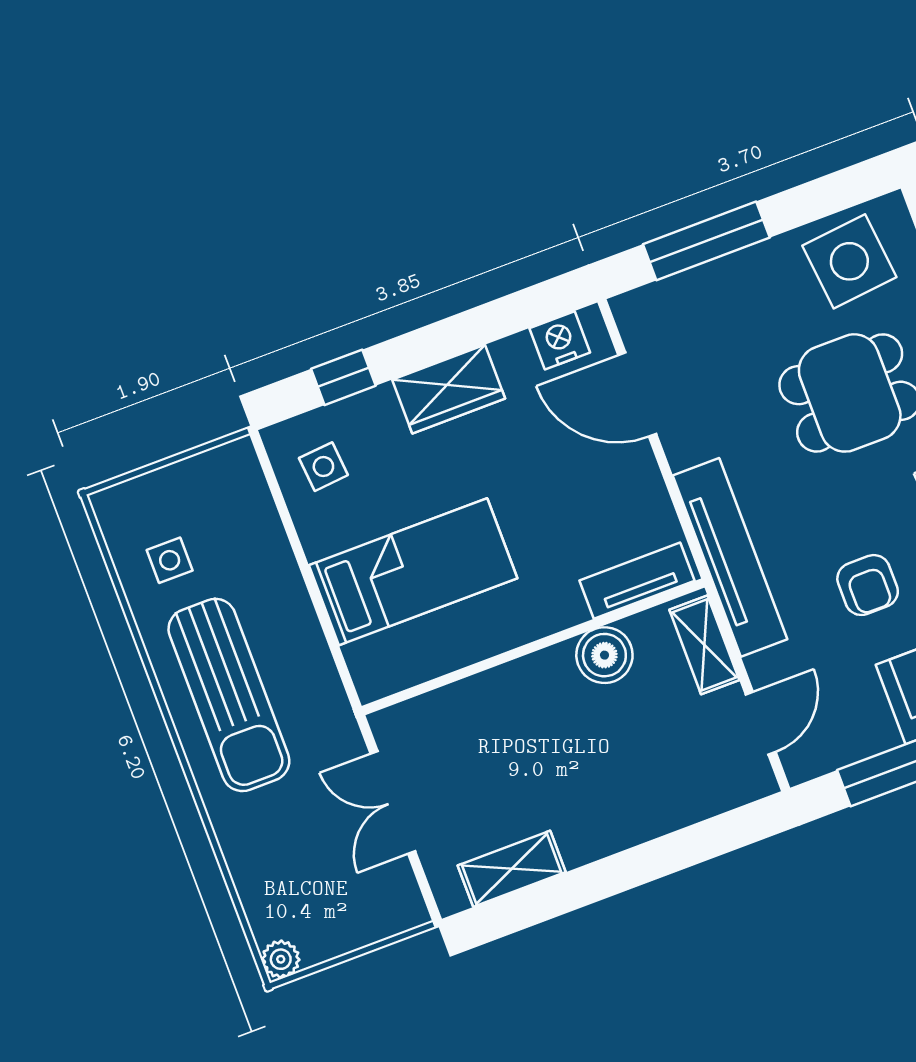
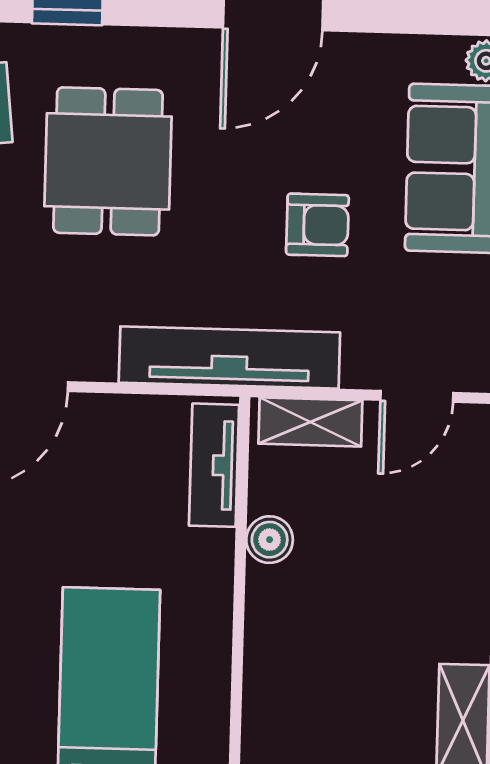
boiler: (604, 655) -> (270, 540), width x0.73, depth x0.73
door: (761, 723) -> (417, 396), swing flipped

